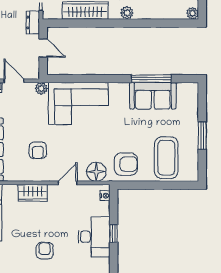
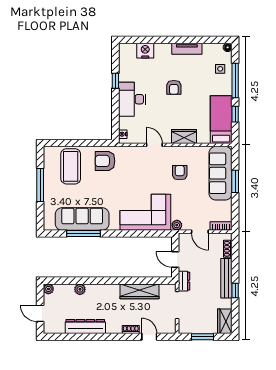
plant: (127, 13) -> (80, 289), moved
sofa: (153, 96) -> (82, 219), width x1.36
window: (202, 136) -> (40, 185), width x1.44
floor lamp: (96, 172) -> (130, 154), removed
door: (68, 183) -> (154, 145), swing flipped
window: (114, 234) -> (115, 81), moved

